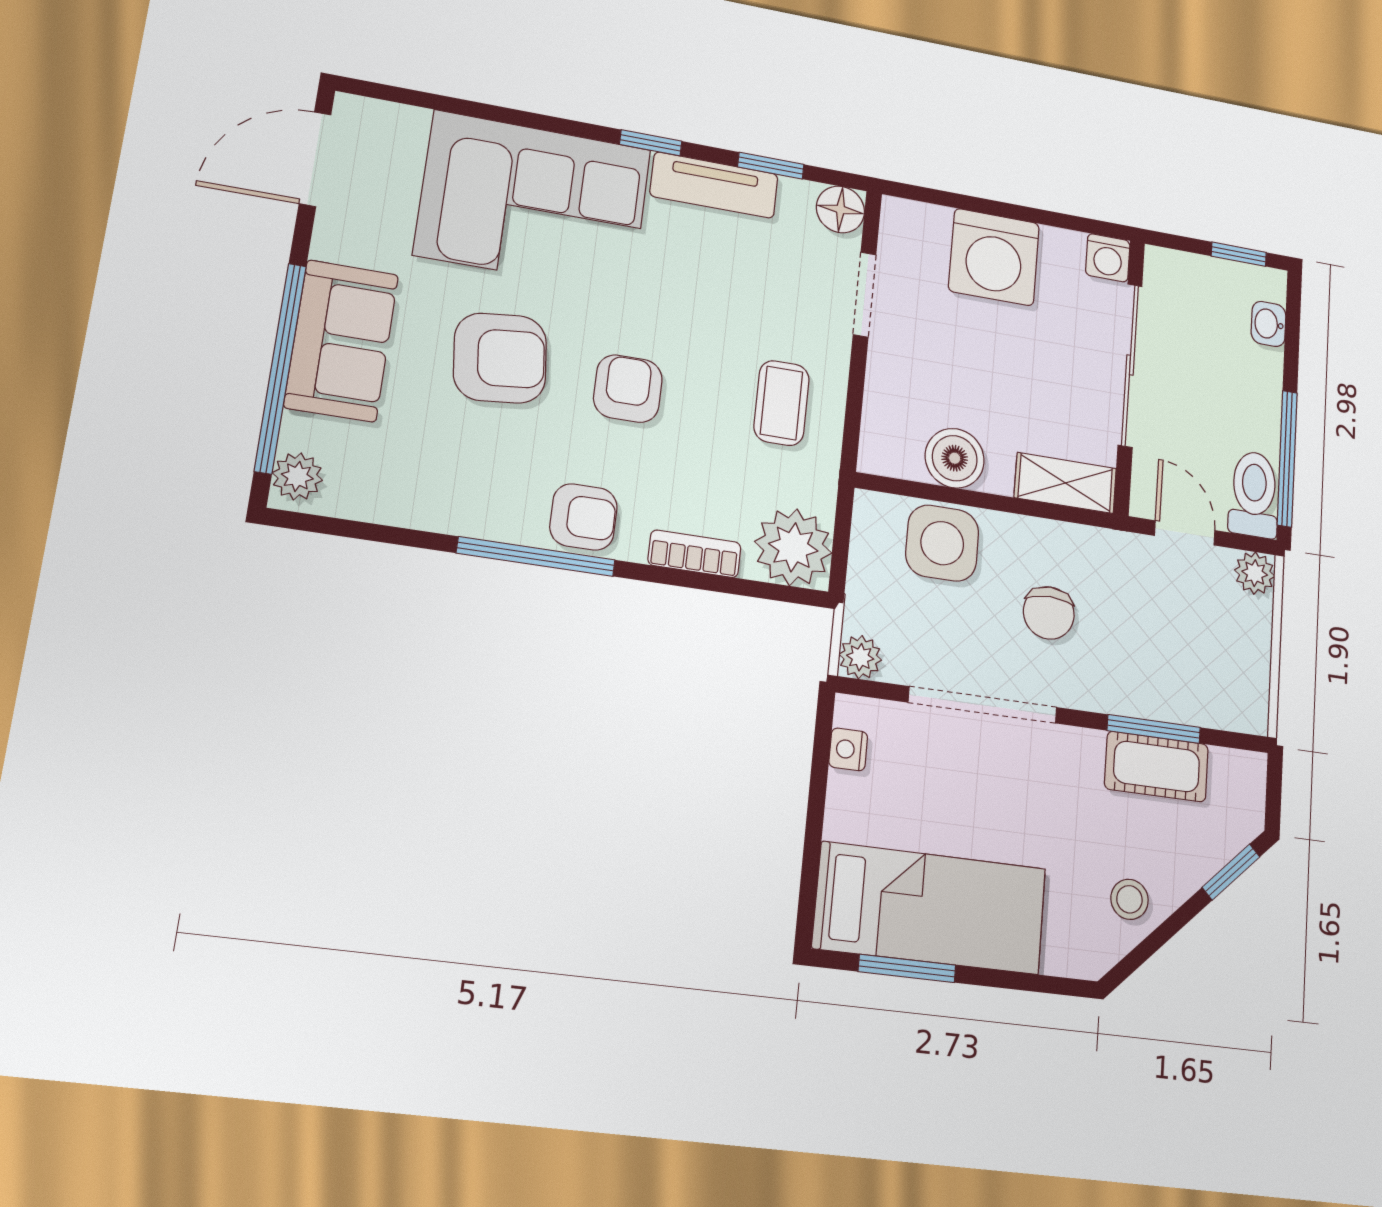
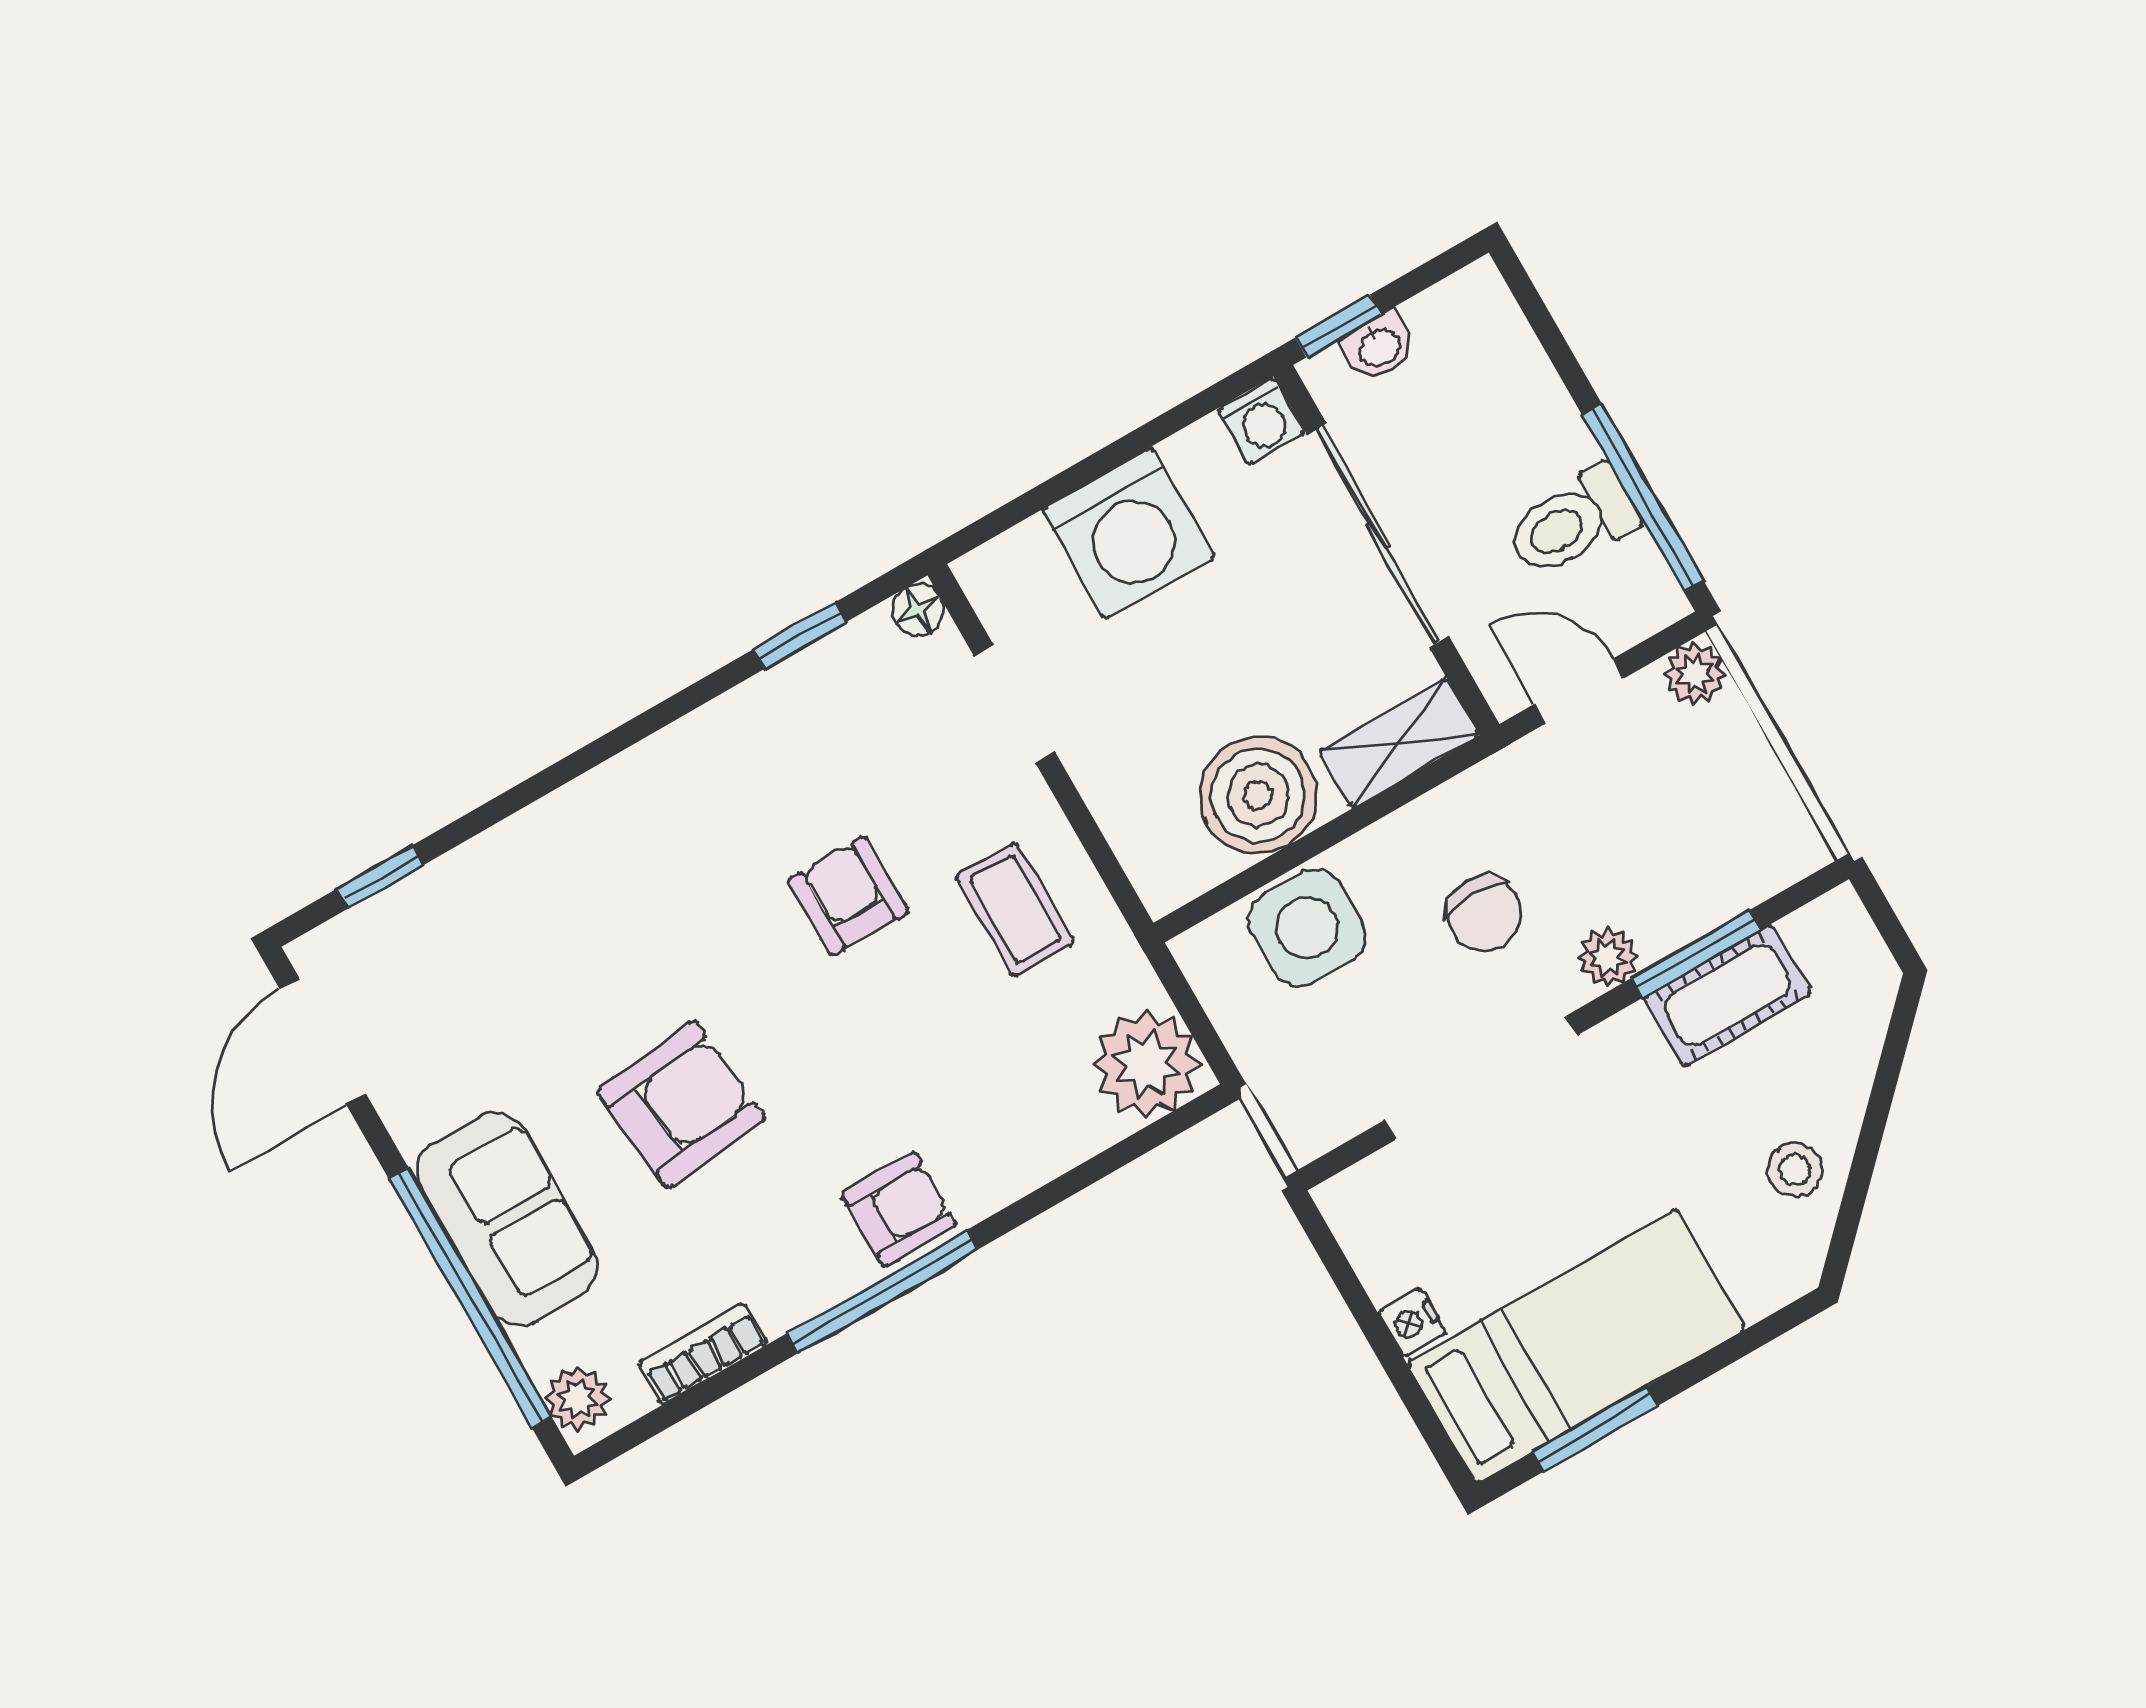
window: (651, 143) -> (380, 877), moved
tv unit: (714, 185) -> (755, 713), removed
corner sofa: (533, 202) -> (580, 898), removed
floor lamp: (840, 209) -> (918, 610), width x0.73, depth x0.73
window: (1239, 254) -> (1338, 326), moved
washbasin: (1269, 324) -> (1379, 347), moved, turned -90
armchair: (628, 389) -> (848, 896), moved
boiler: (955, 458) -> (1258, 795), width x1.37, depth x1.37
toilet: (1254, 494) -> (1572, 522), moved, turned -90
bookcase: (695, 554) -> (703, 1353), moved
plant: (860, 657) -> (1608, 957), moved
nightstand: (848, 749) -> (1412, 1322), moved
window: (1231, 872) -> (1894, 1051), removed

